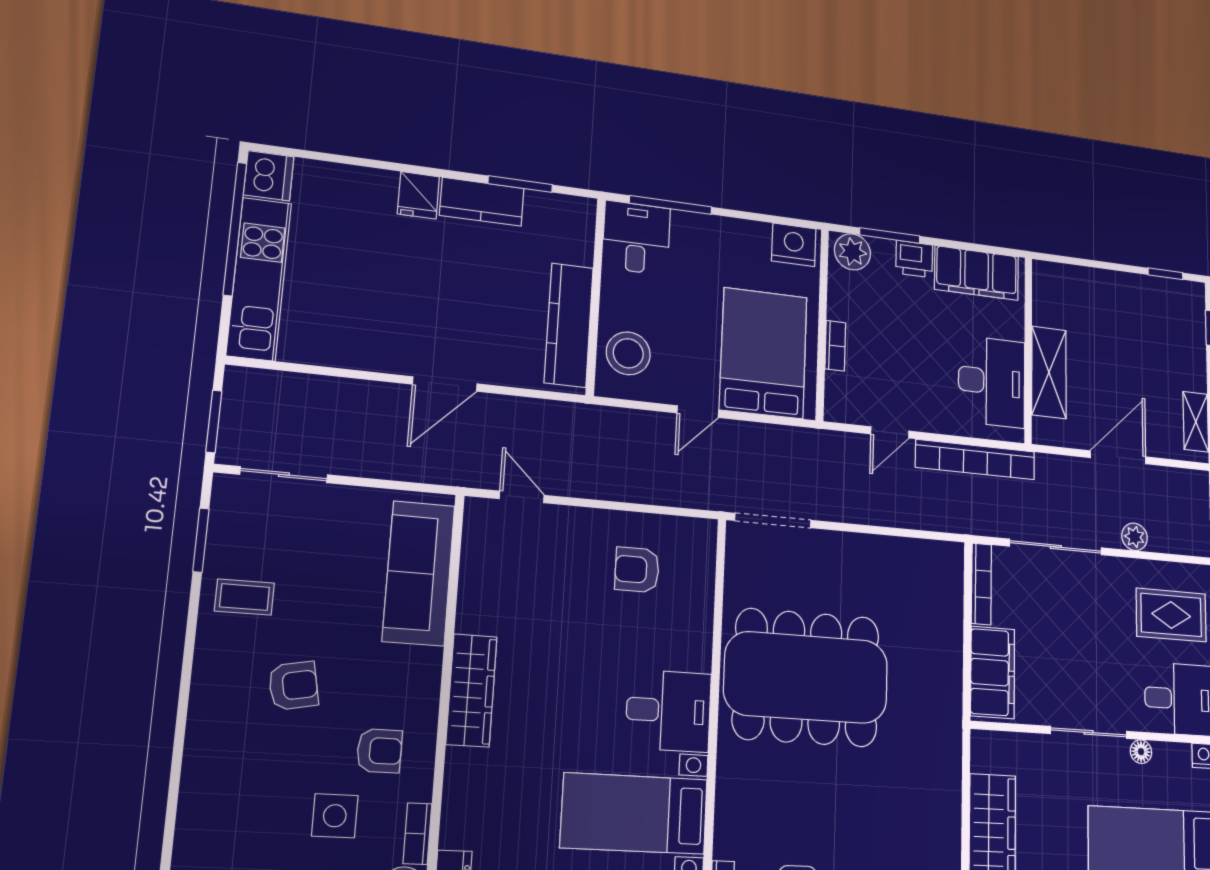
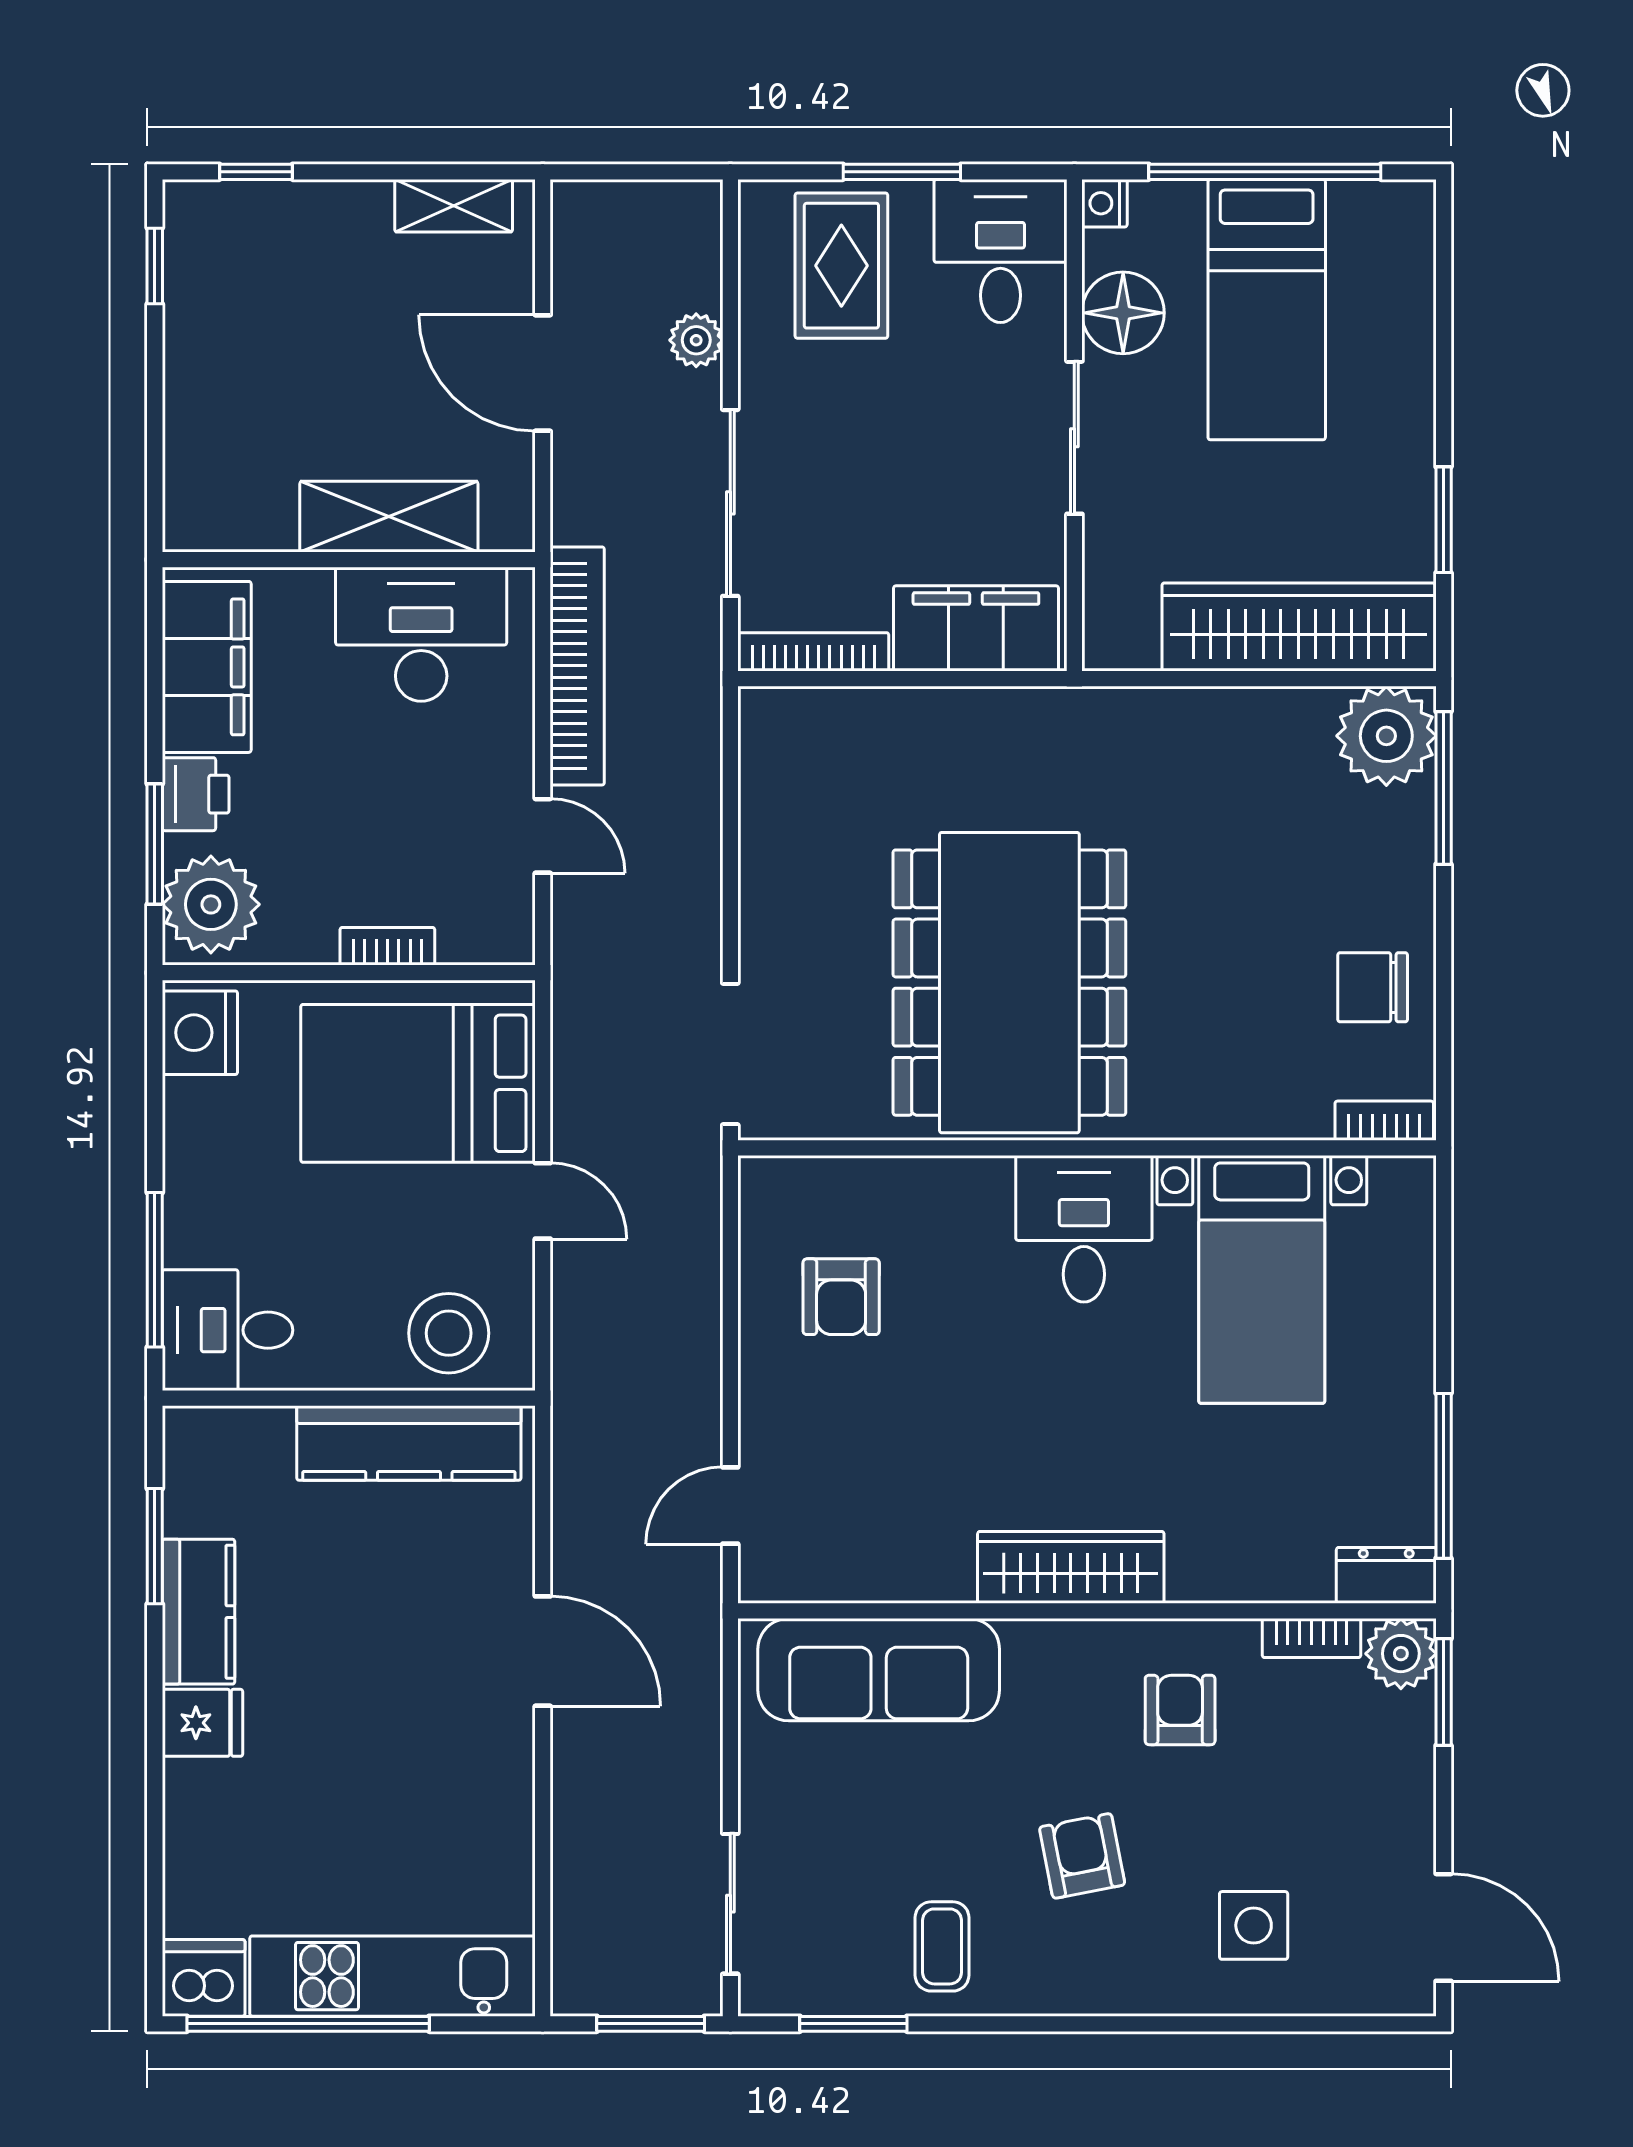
plant: (852, 252) -> (211, 904), width x1.36, depth x1.36
floor lamp: (1141, 752) -> (1123, 313), width x1.89, depth x1.89
side table: (335, 816) -> (1254, 1925), moved

